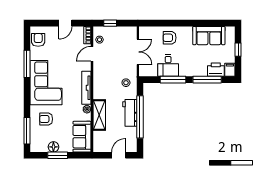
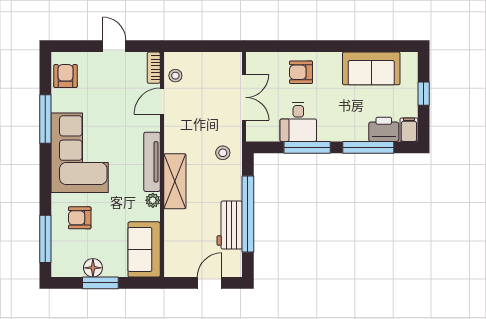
door: (65, 23) -> (114, 46), swing flipped
window: (110, 23) -> (195, 46), removed
workbench: (130, 113) -> (230, 225), moved
shelving: (99, 115) -> (175, 181), moved

